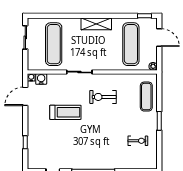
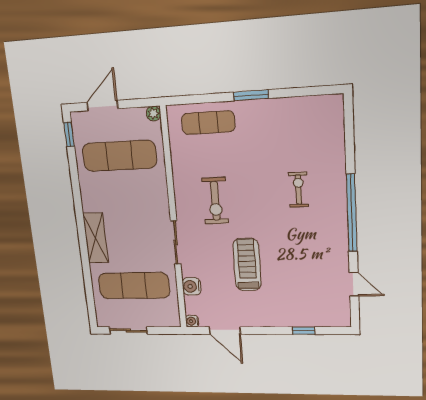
shelving: (96, 24) -> (96, 238), moved
water cooler: (41, 79) -> (192, 286), moved
exercise bike: (138, 141) -> (298, 190), moved

